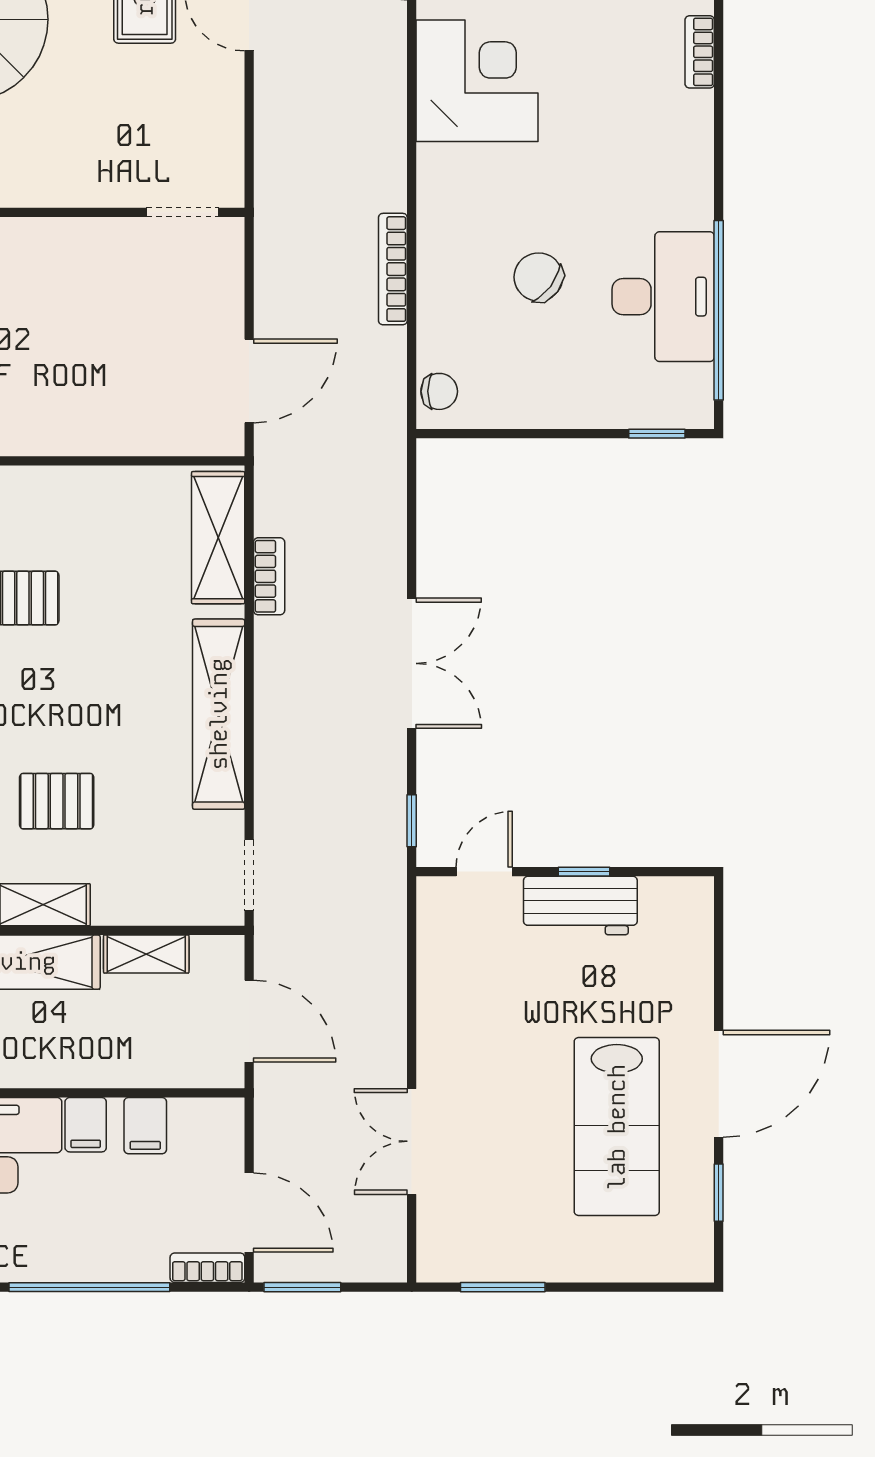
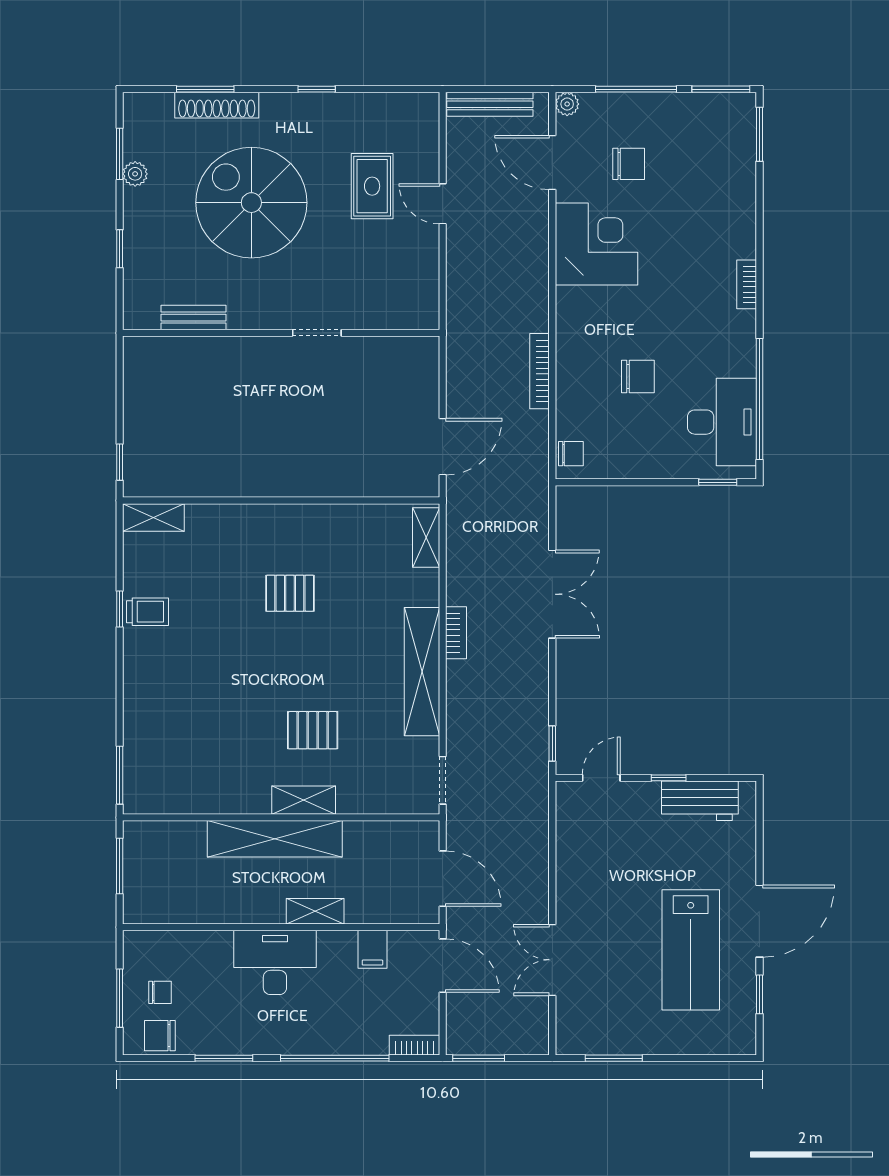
bookcase: (700, 52) -> (747, 284), moved
doorway: (182, 212) -> (317, 333), moved
chair: (538, 277) -> (638, 377), turned 143
desk: (663, 297) -> (722, 422), moved
shelving: (218, 538) -> (426, 538), width x0.67, depth x0.75
bookcase: (269, 576) -> (456, 633), moved
double door: (412, 663) -> (552, 594), moved
workbench: (580, 906) -> (700, 801), moved
shelving: (146, 954) -> (315, 911), moved
filing cabinet: (86, 1125) -> (332, 949), removed
door: (249, 1213) -> (443, 966), moved

